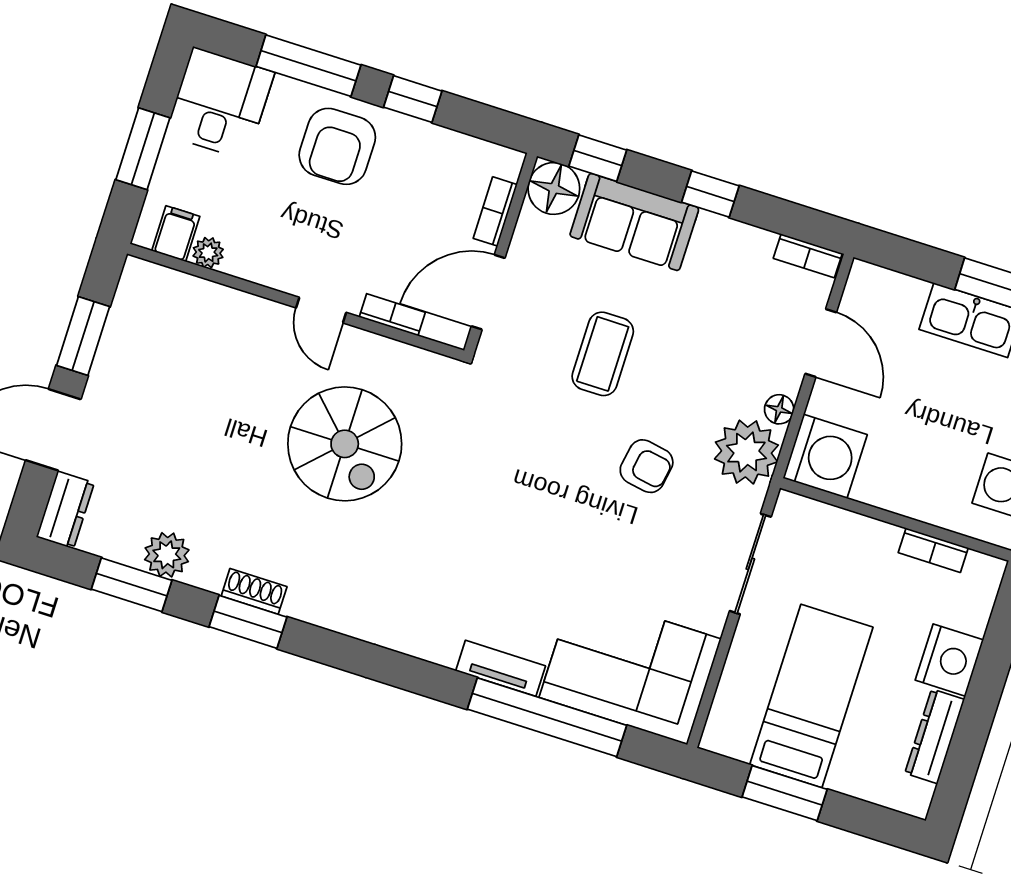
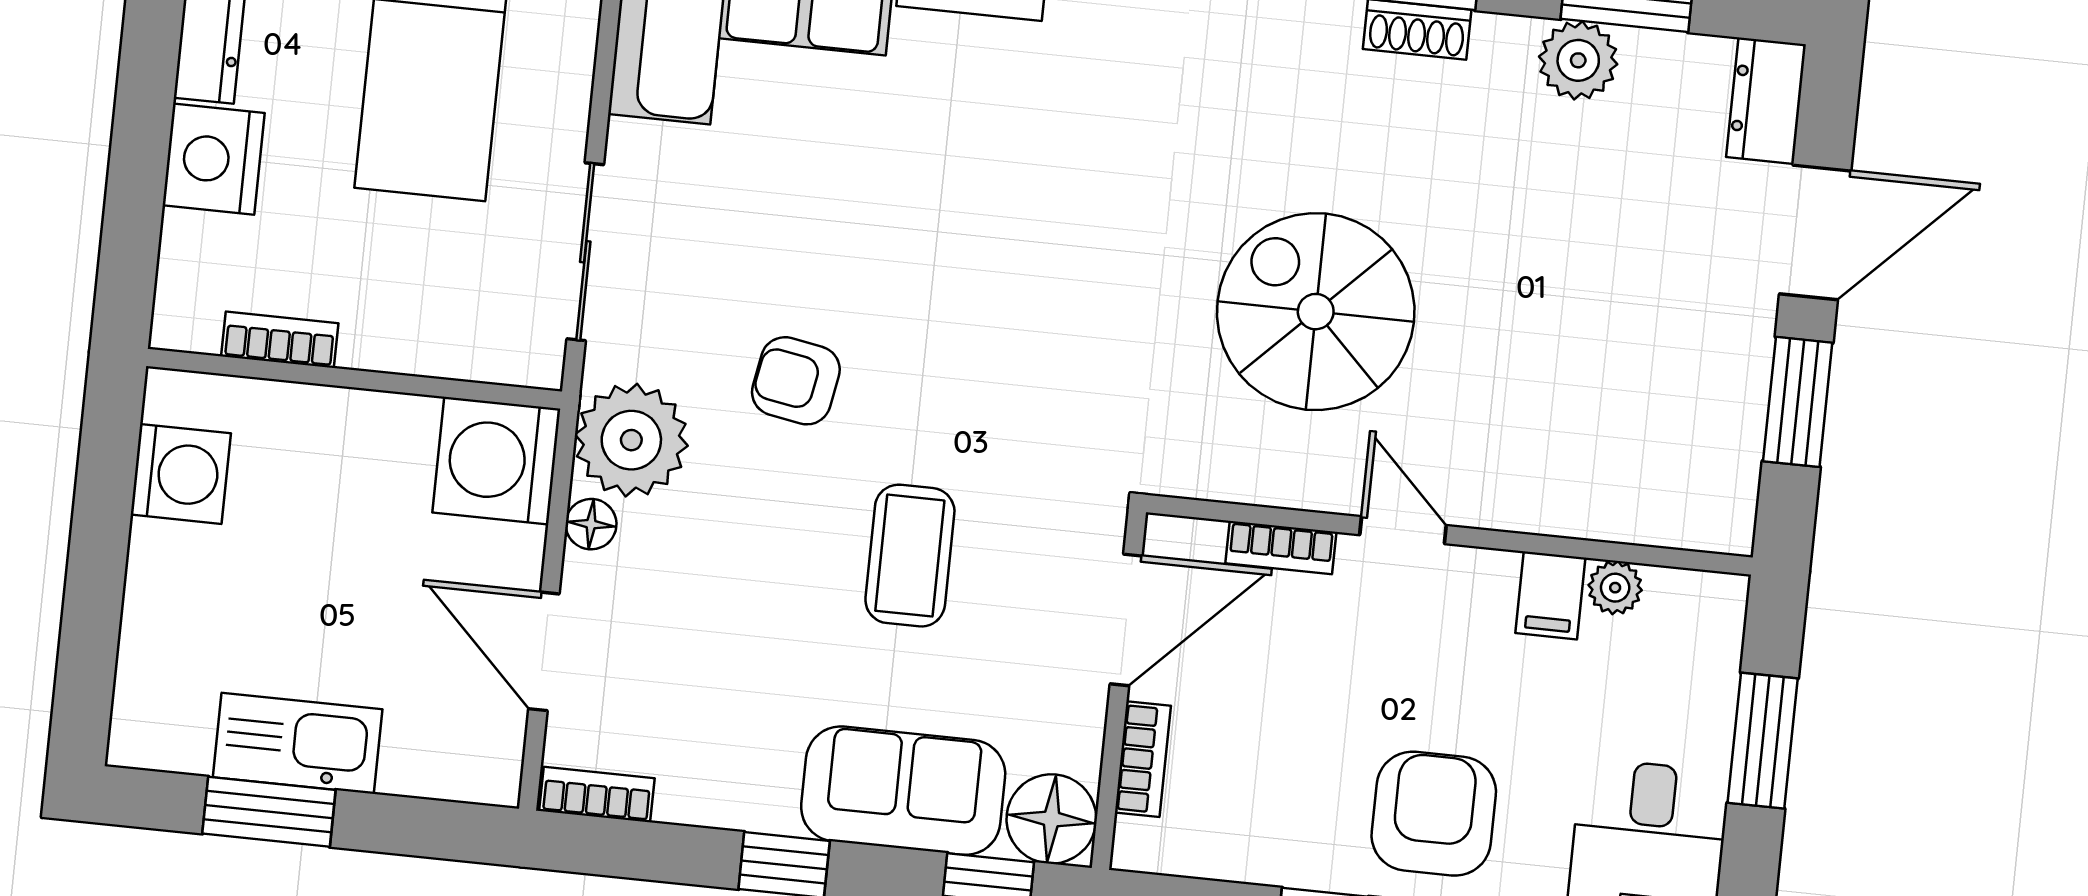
filing cabinet: (176, 234) -> (1550, 595), moved

